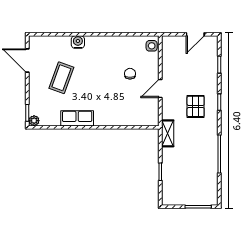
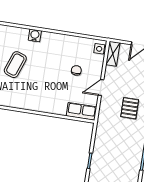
row of seats: (77, 118) -> (81, 111), moved
shelving: (168, 133) -> (113, 54), moved

